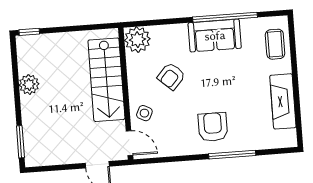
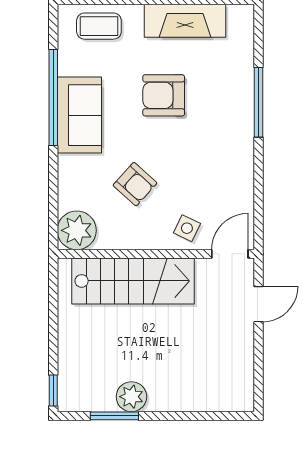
armchair: (213, 127) -> (164, 95), moved
window: (20, 142) -> (114, 416), moved

